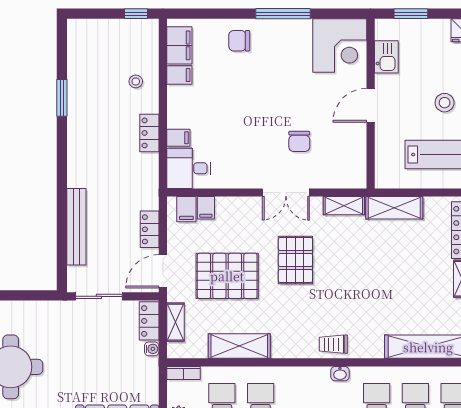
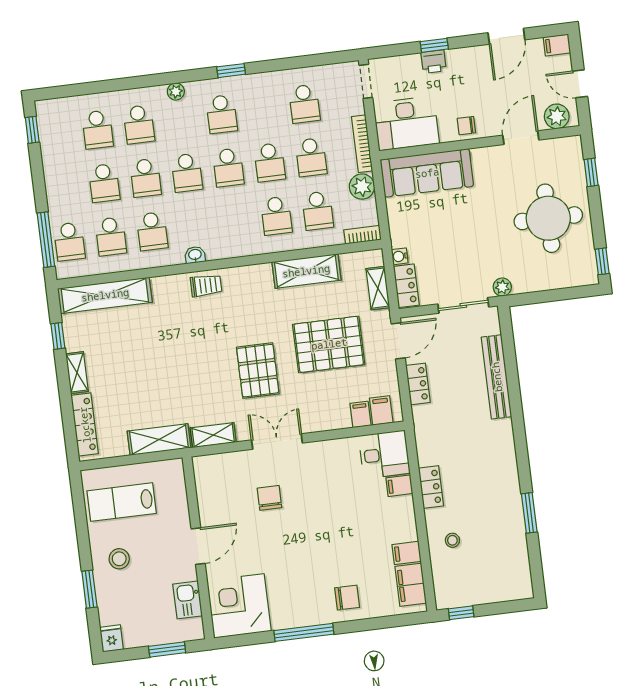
plant: (61, 309) -> (502, 287), added

